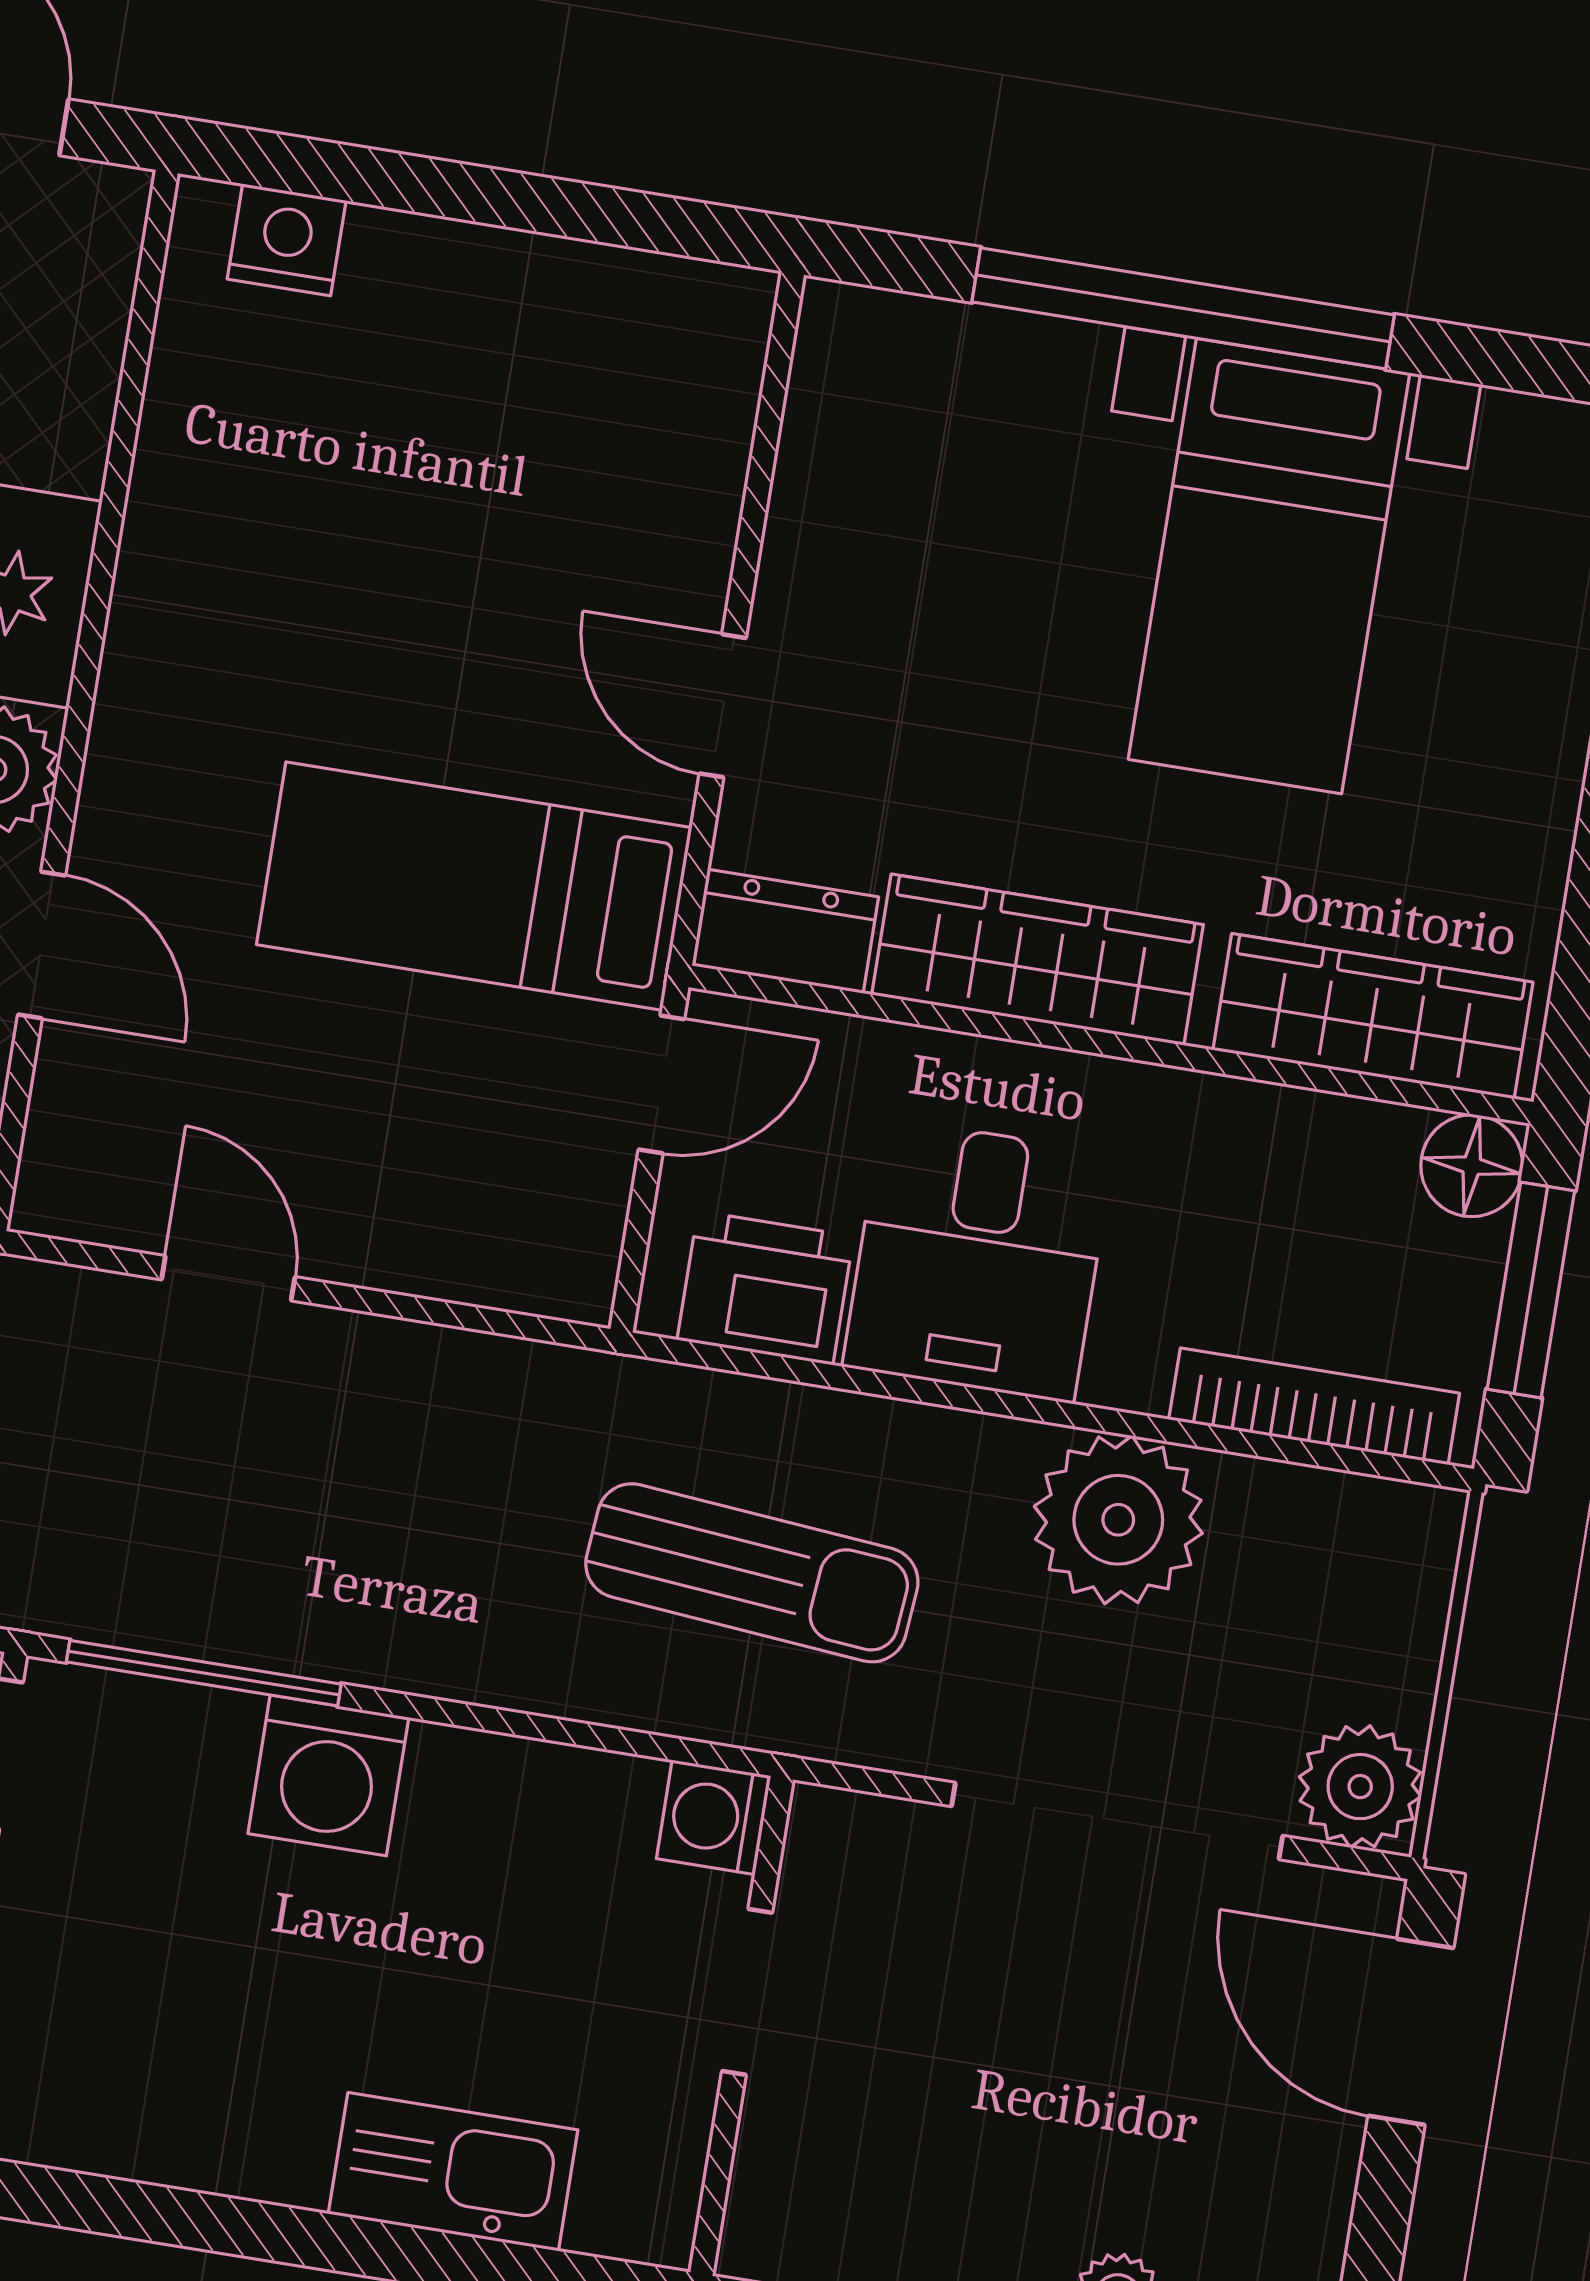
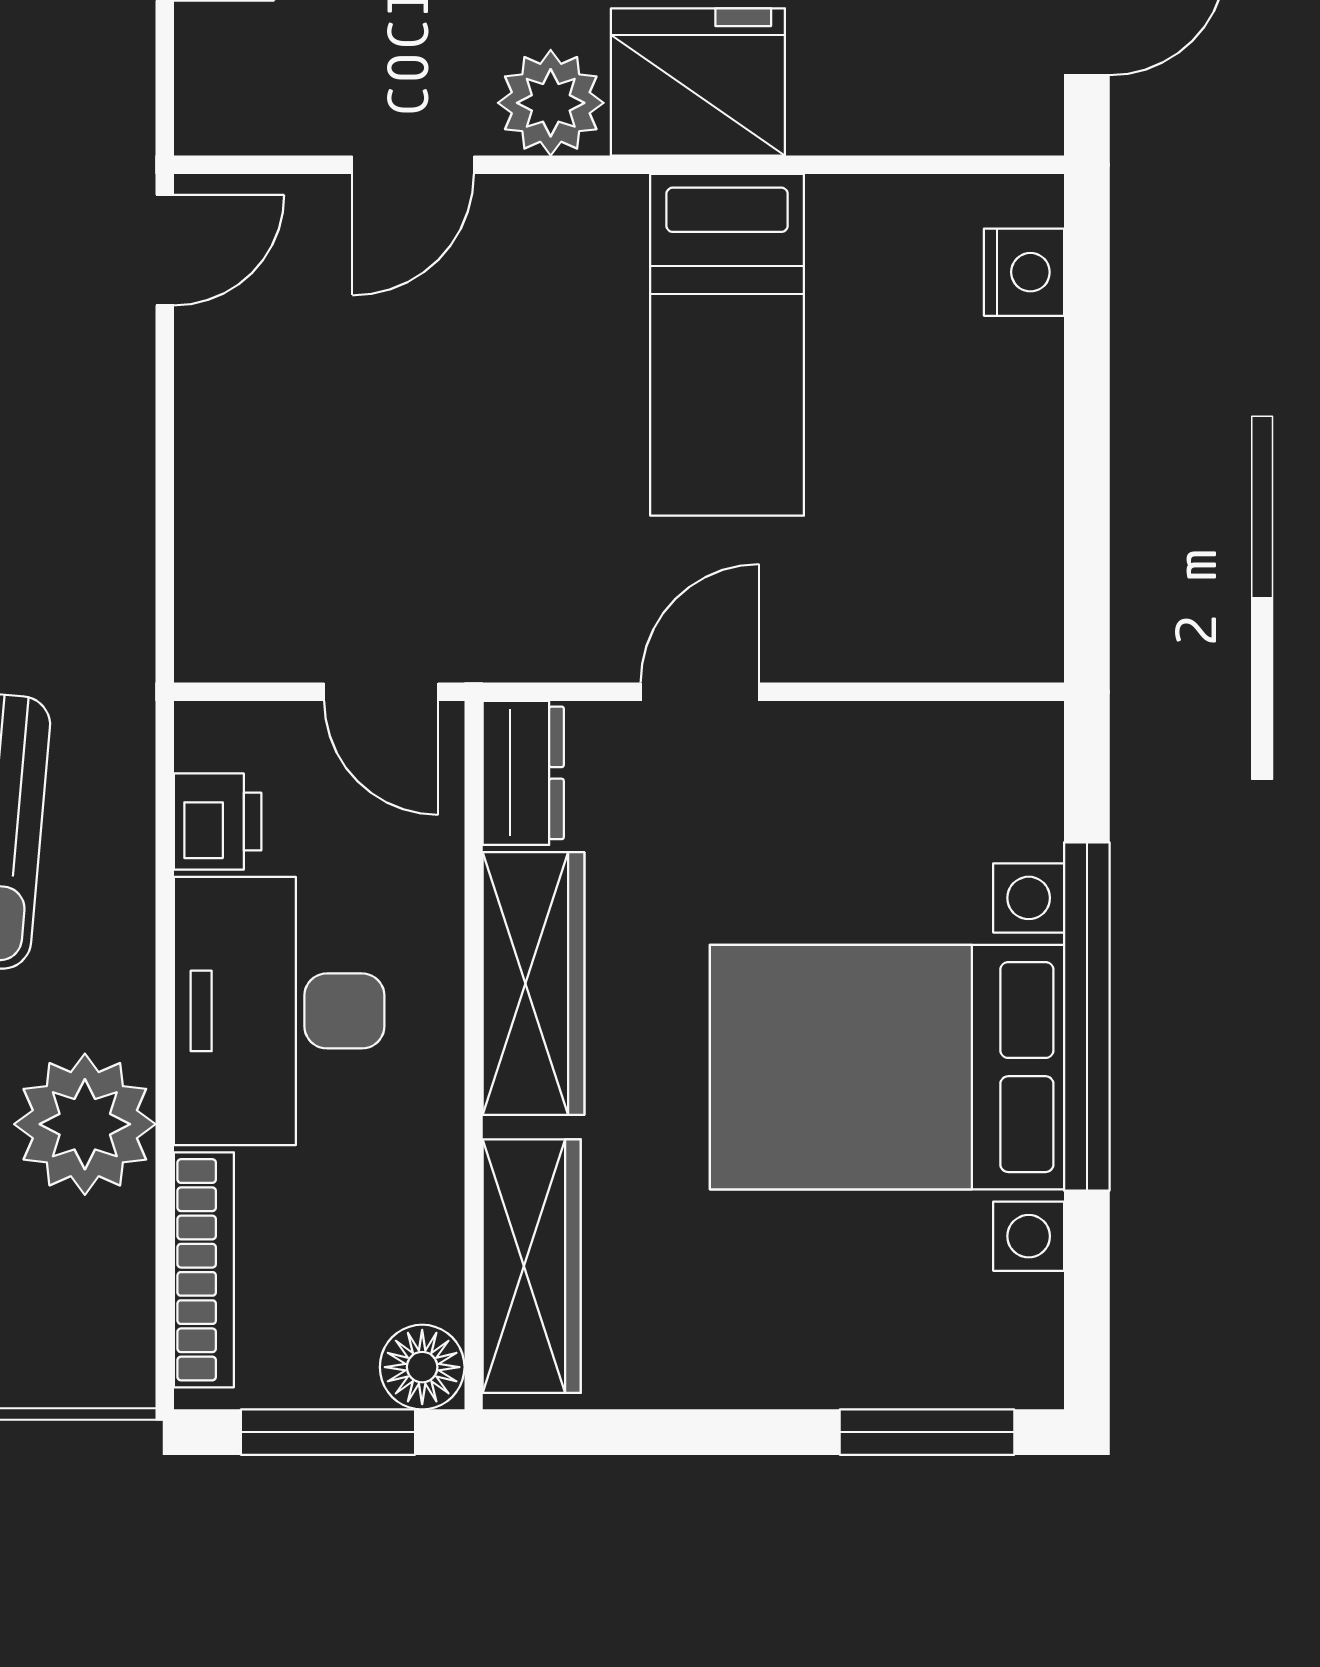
bed with nightstands: (1269, 566) -> (887, 1067), width x1.36
bed: (474, 886) -> (727, 345), moved, turned 180
desk: (978, 1260) -> (279, 1011), width x1.37
door: (228, 1278) -> (165, 250), moved
printer: (765, 1288) -> (218, 822), width x0.73, depth x0.81

